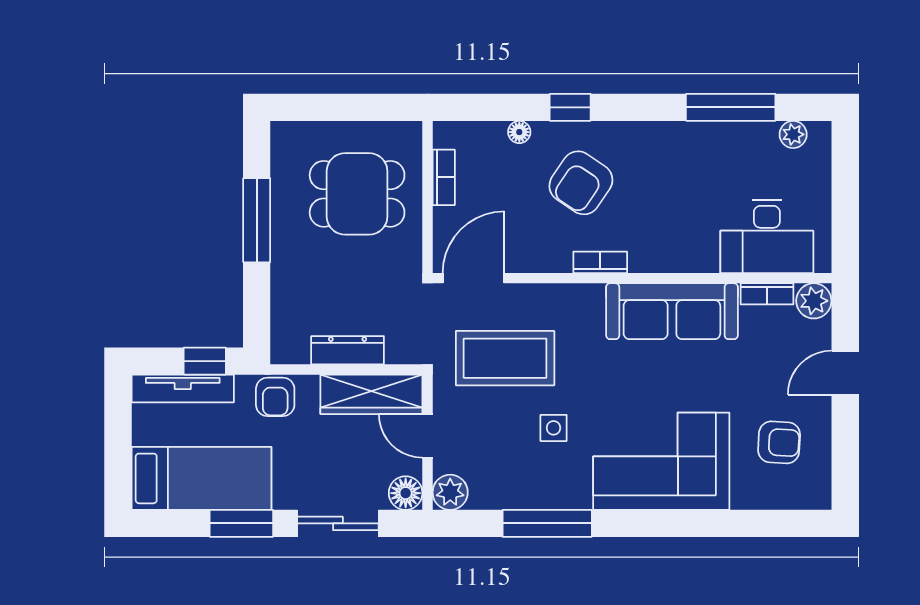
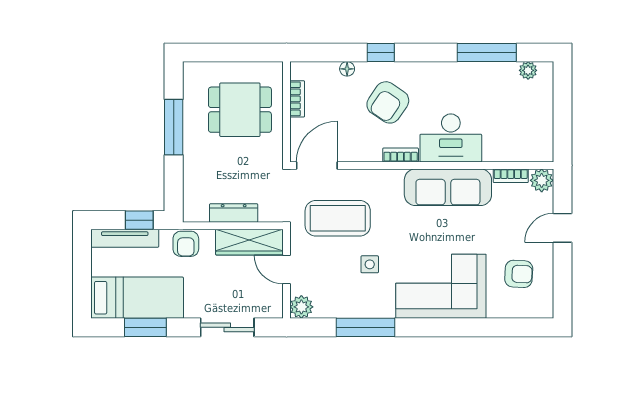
desk: (767, 237) -> (451, 138), moved
floor lamp: (406, 493) -> (272, 307), removed
window: (241, 523) -> (145, 327), moved

